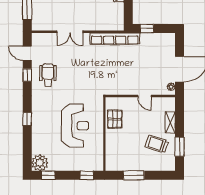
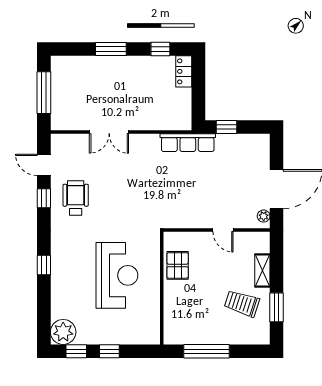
row of seats: (115, 39) -> (188, 143), width x0.73
window: (87, 175) -> (109, 351), moved
window: (134, 175) -> (206, 351), width x1.44

